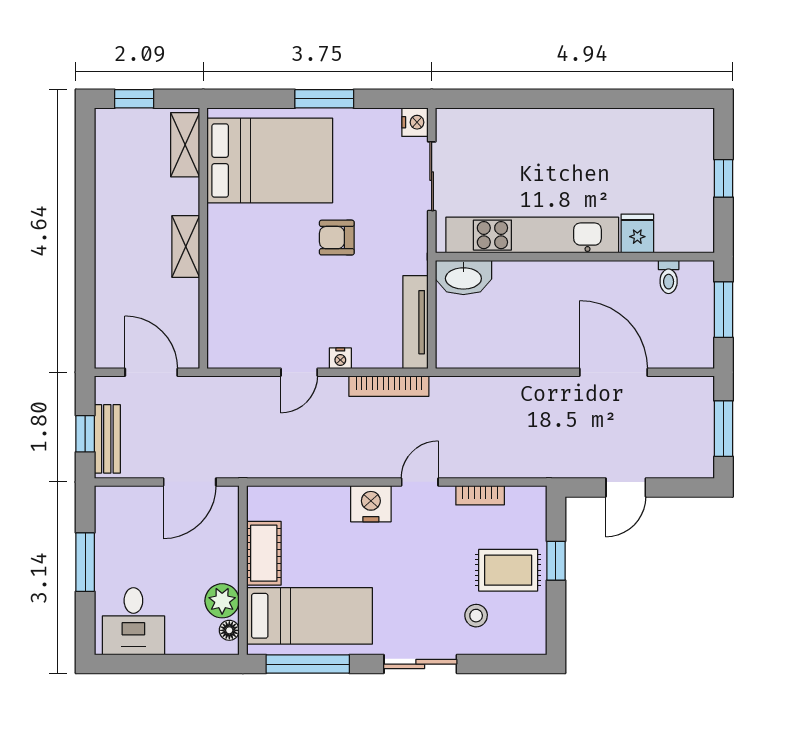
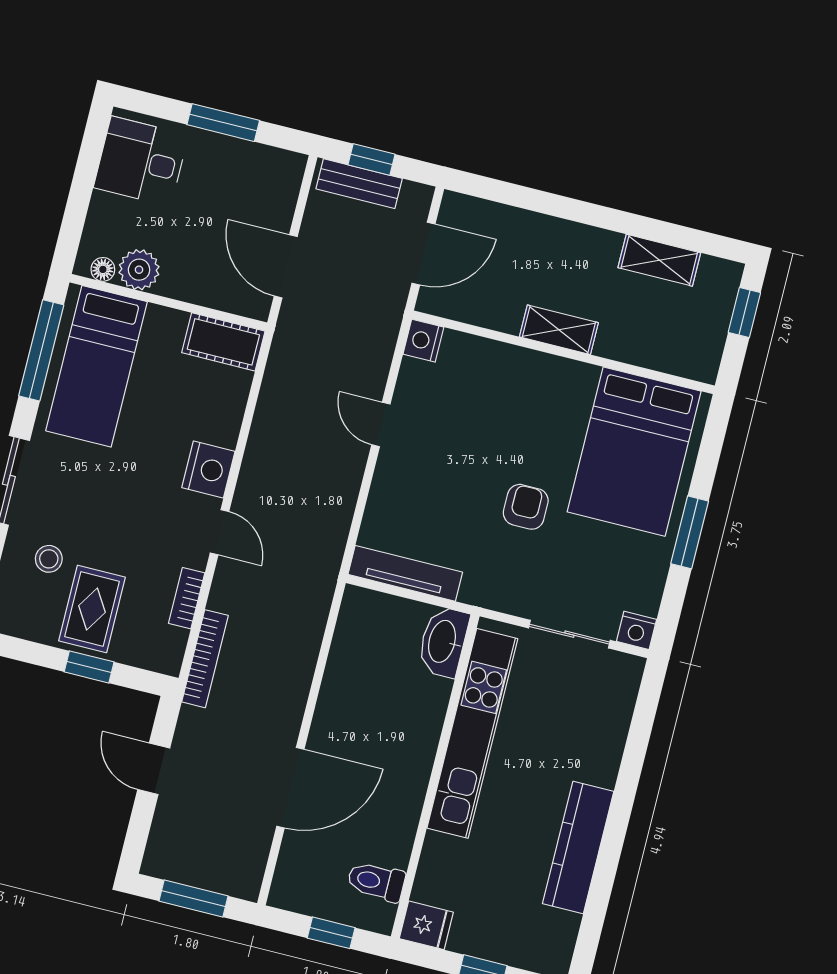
kitchen counter: (604, 126) -> (578, 848), added
shelving: (185, 145) -> (659, 260), moved
fridge: (637, 234) -> (426, 925), moved
toilet: (669, 277) -> (376, 881), width x1.37, depth x1.39
window: (723, 310) -> (331, 933), width x0.67
nightstand: (340, 358) -> (423, 341), moved, width x1.39, depth x1.35
bookcase: (389, 386) -> (205, 659), moved, turned 180
cot: (264, 553) -> (223, 342), moved

